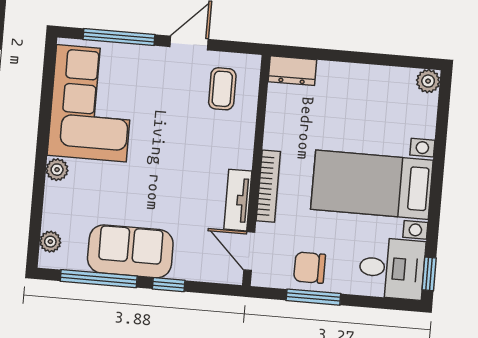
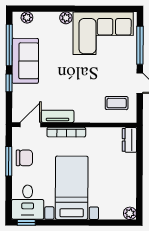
chair: (310, 268) -> (24, 158), turned 90

